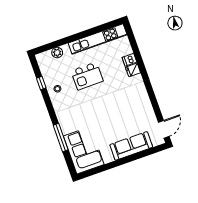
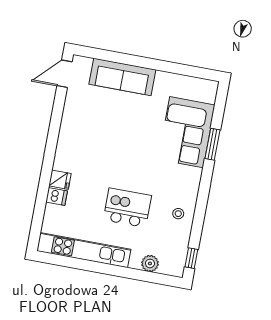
window: (41, 83) -> (191, 258), moved
window: (61, 138) -> (213, 144), width x0.69
corner sofa: (84, 150) -> (187, 132), moved

